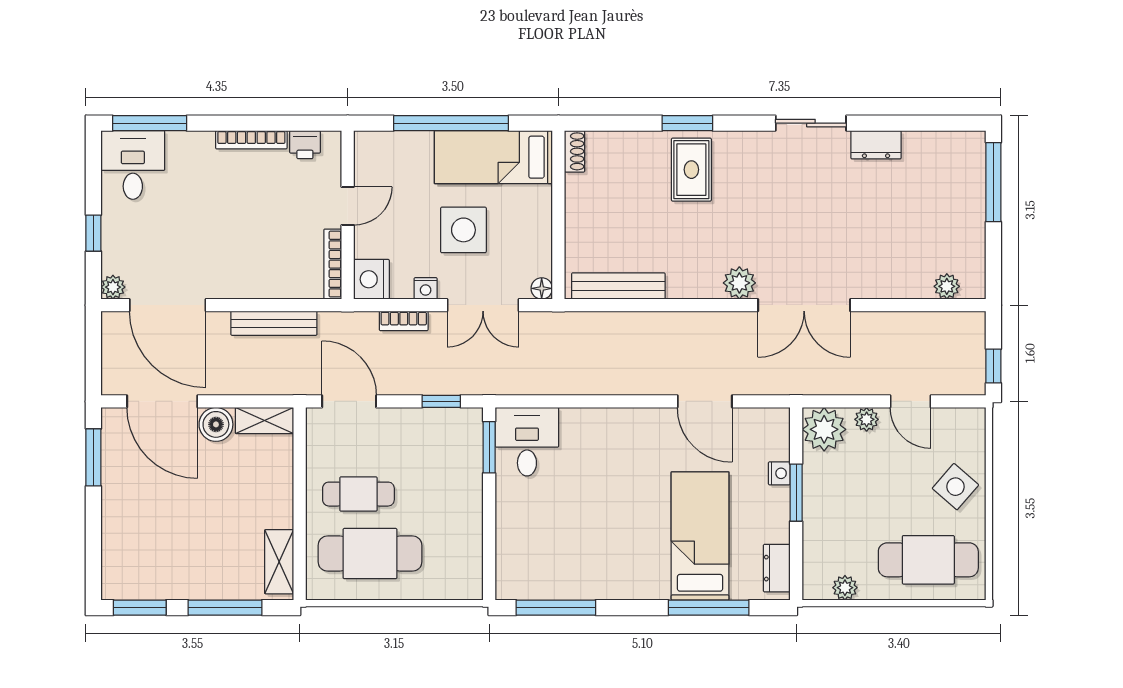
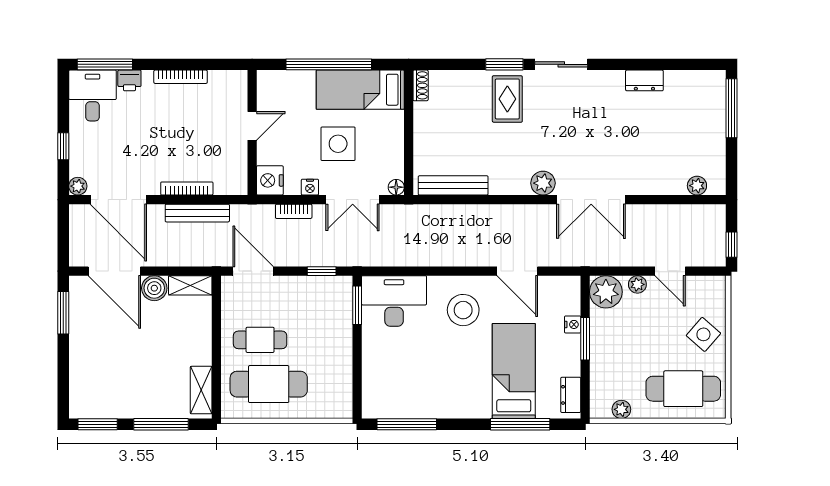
sliding door: (811, 123) -> (561, 64), moved
printer: (305, 145) -> (129, 80), moved
bookcase: (333, 264) -> (187, 188), moved, turned 90
desk: (527, 442) -> (394, 301), width x1.37
stool: (632, 454) -> (463, 310), added

